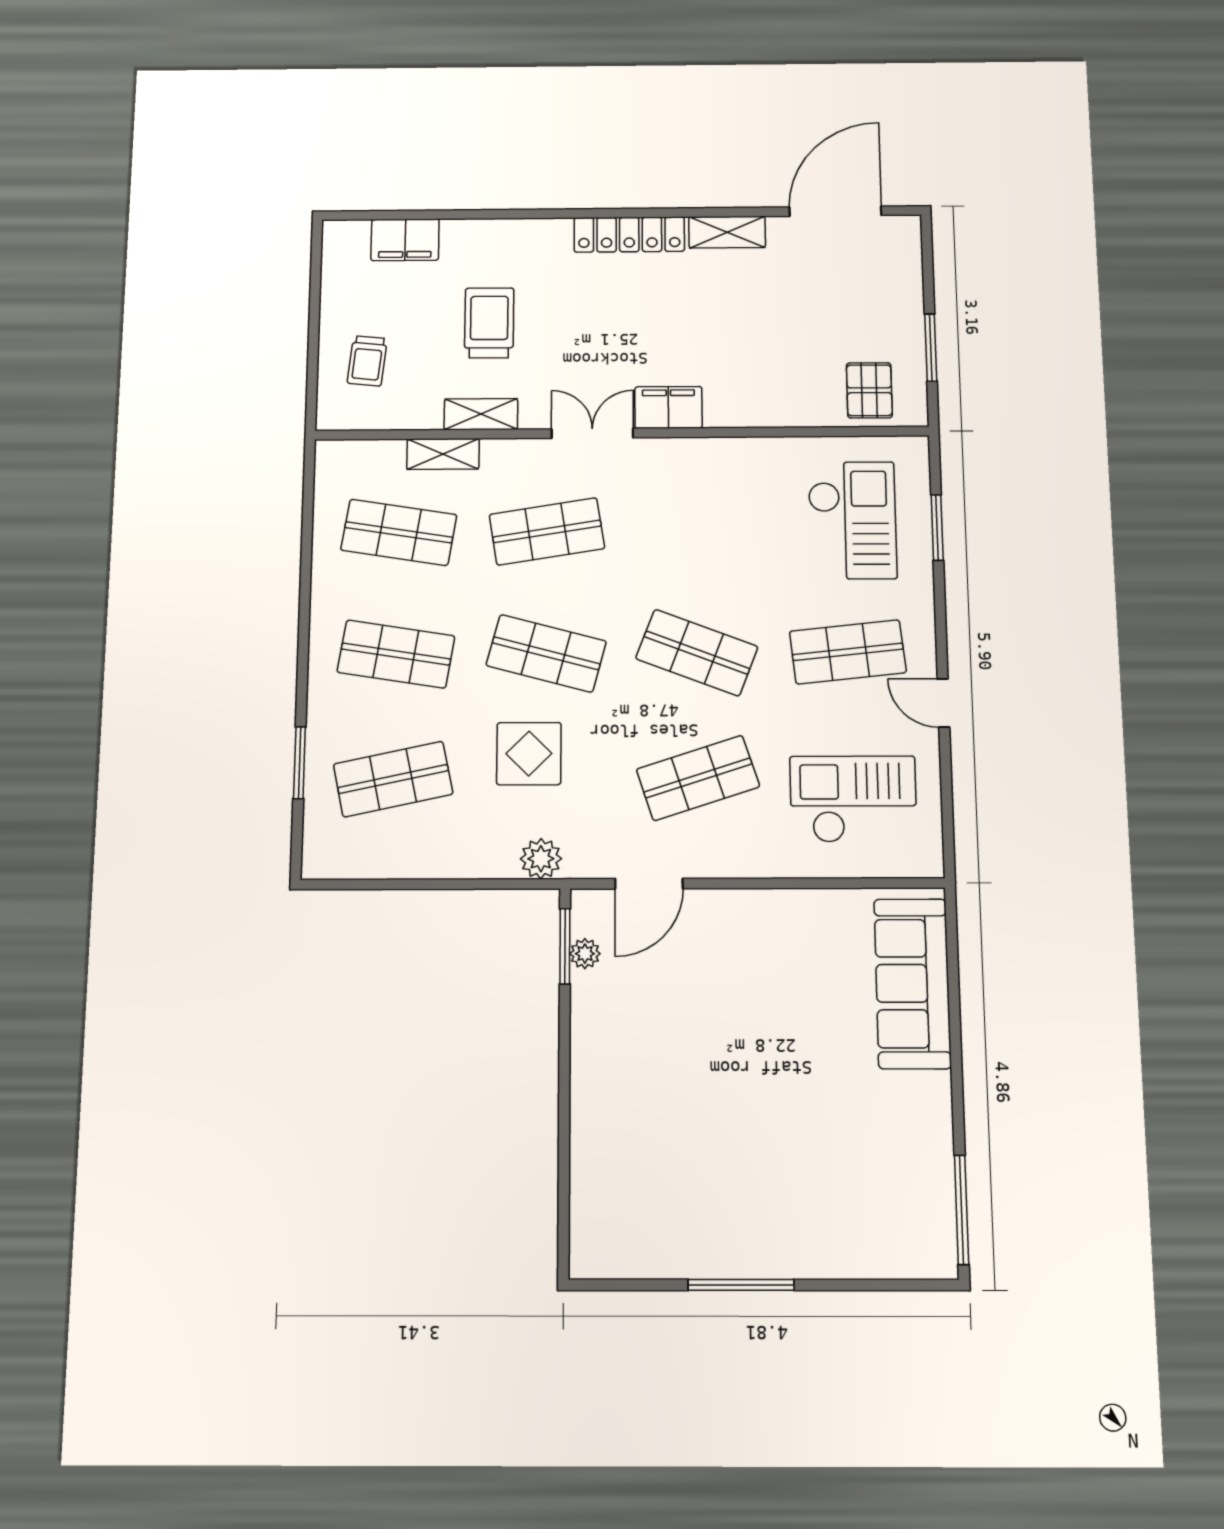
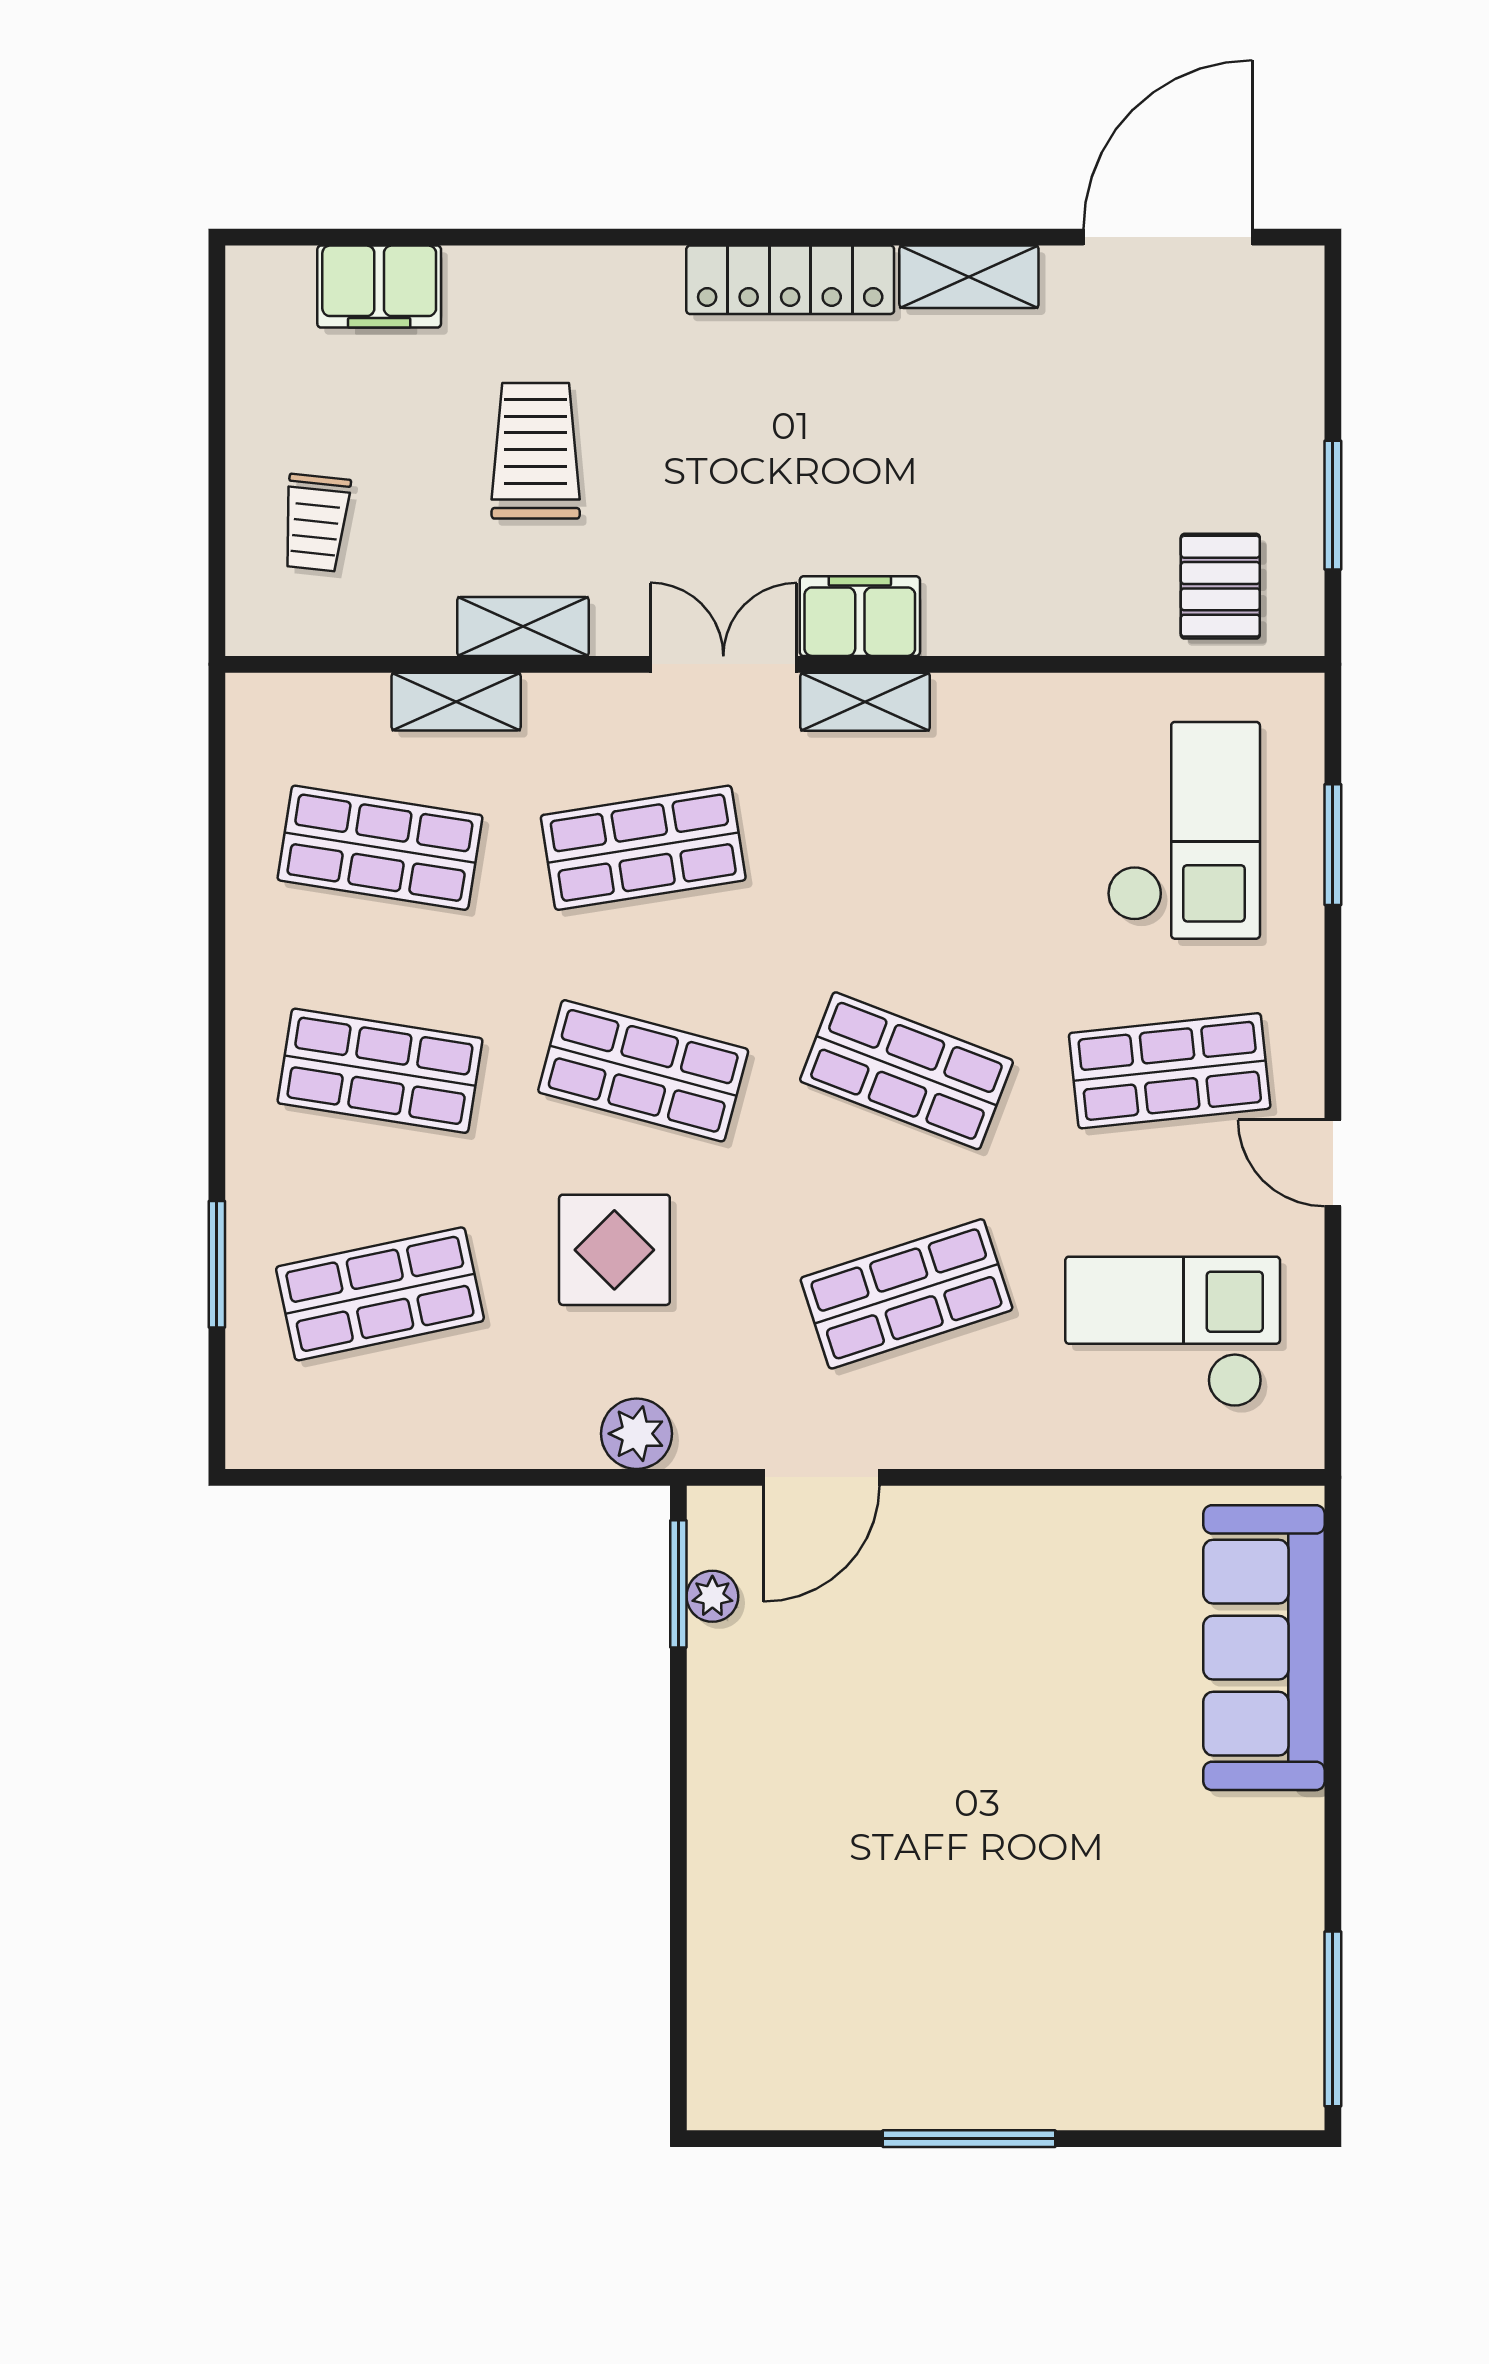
shelving: (672, 453) -> (865, 702), added

